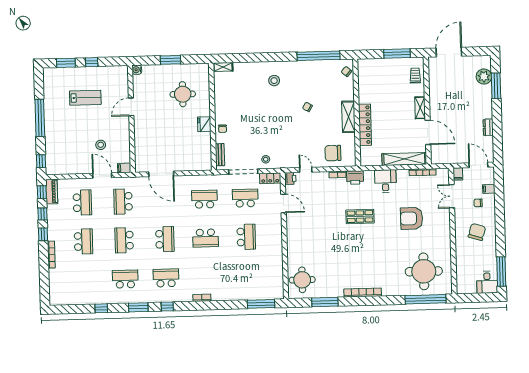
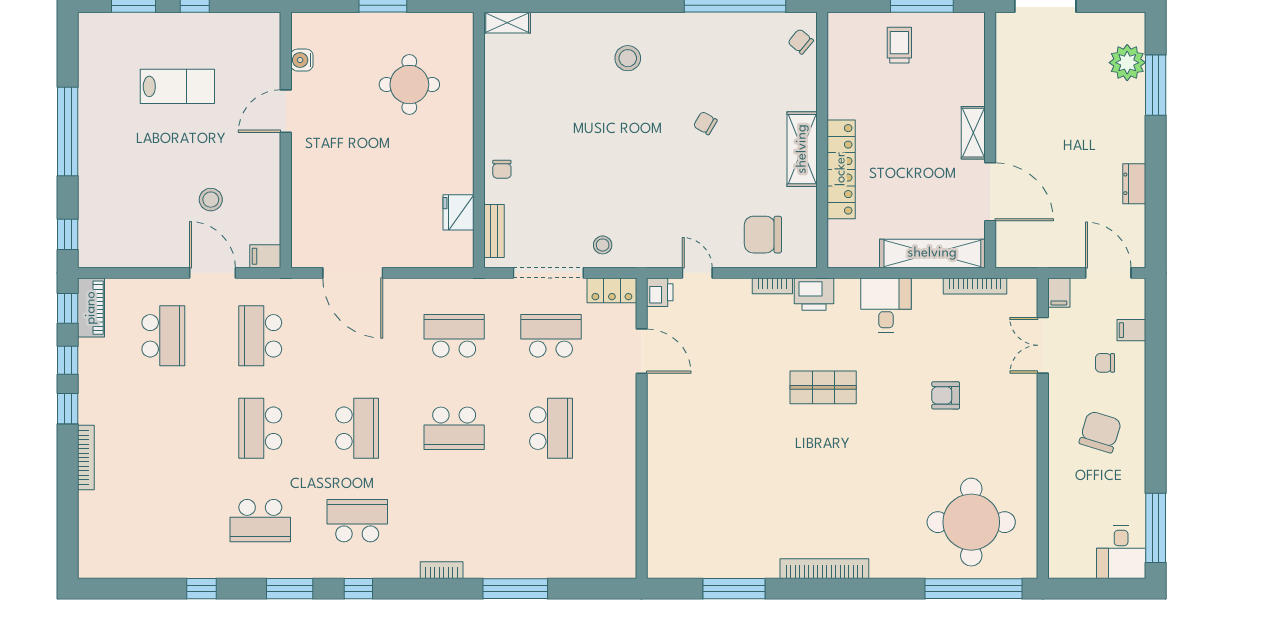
water cooler: (137, 70) -> (302, 60), moved
trolley: (415, 76) -> (899, 45), moved
fridge: (204, 124) -> (458, 212), moved
armchair: (412, 218) -> (946, 395), width x0.53, depth x0.53
school desk: (83, 241) -> (163, 428), removed
school desk: (125, 279) -> (260, 521), turned 180
round table: (302, 280) -> (681, 534), removed
window: (261, 304) -> (515, 589), moved

